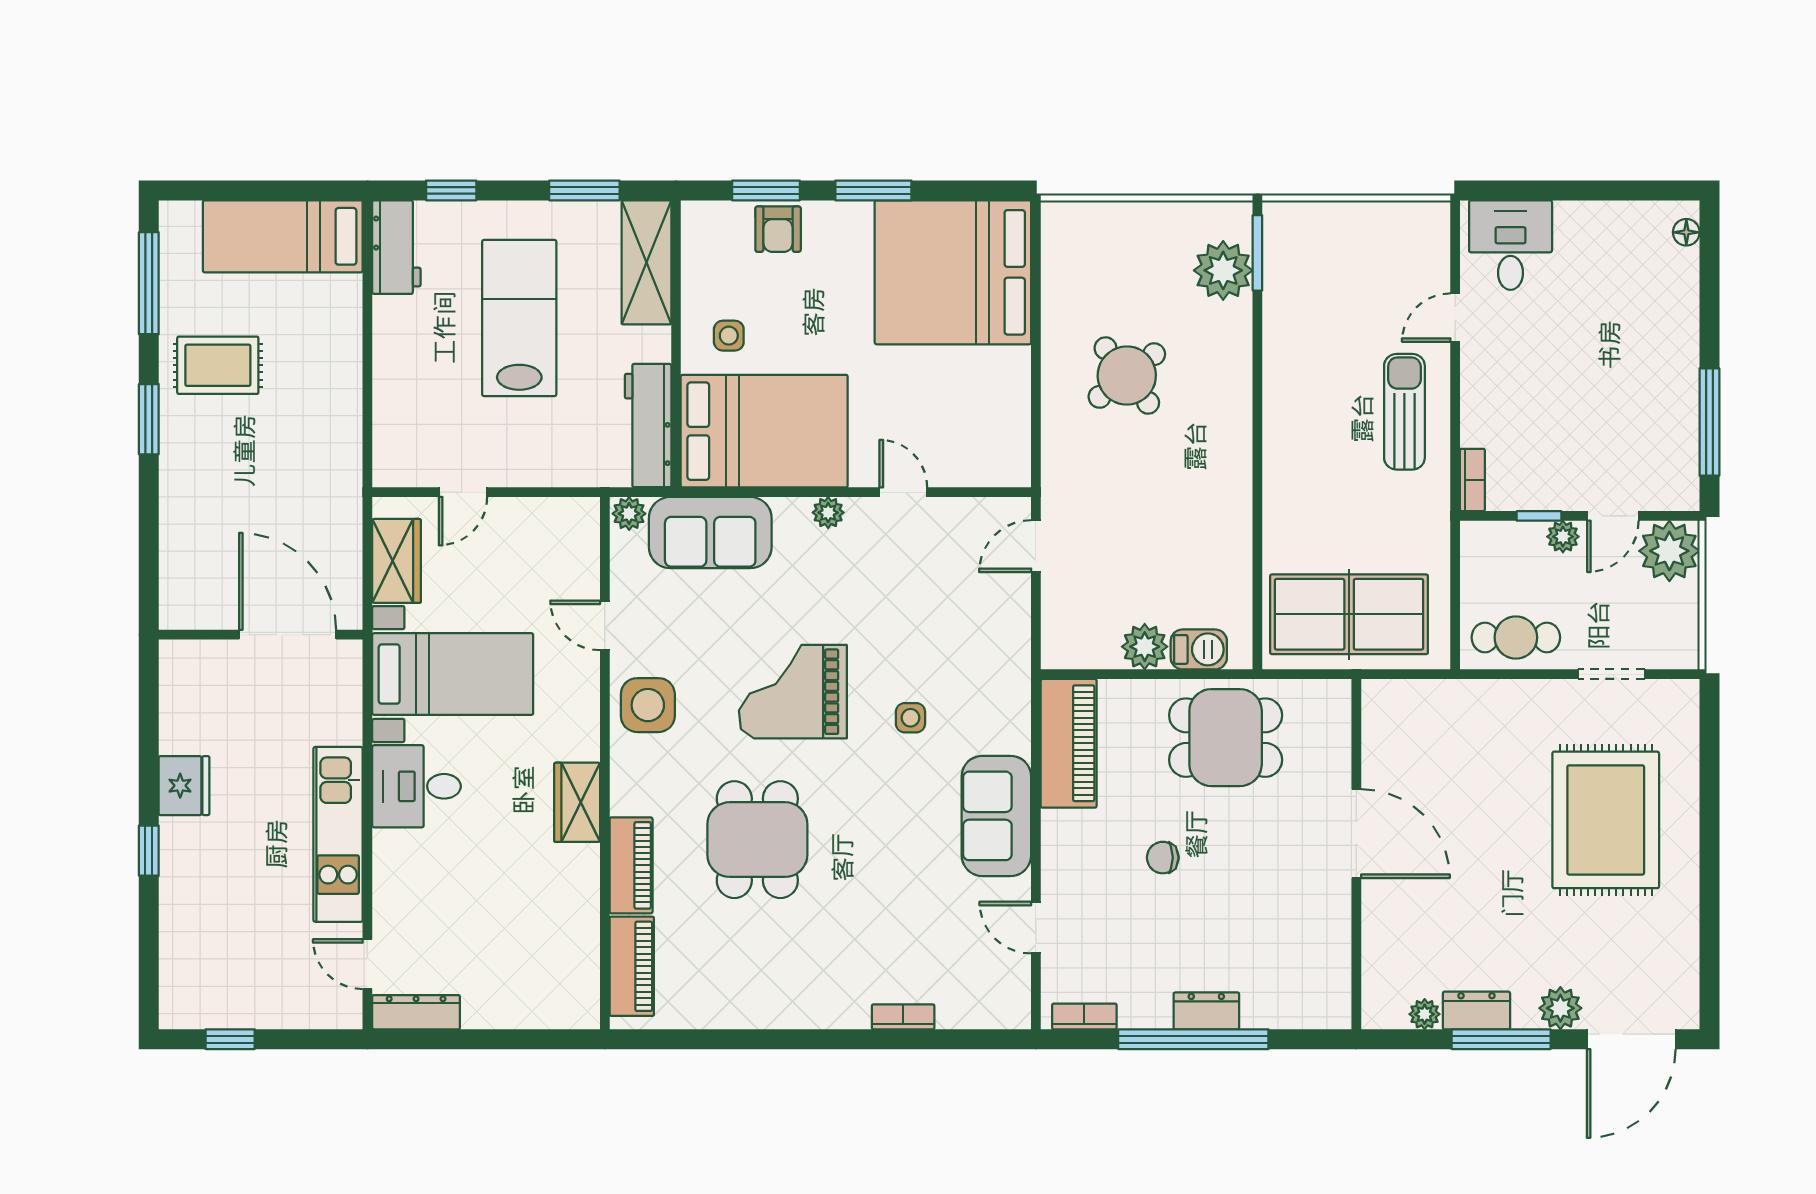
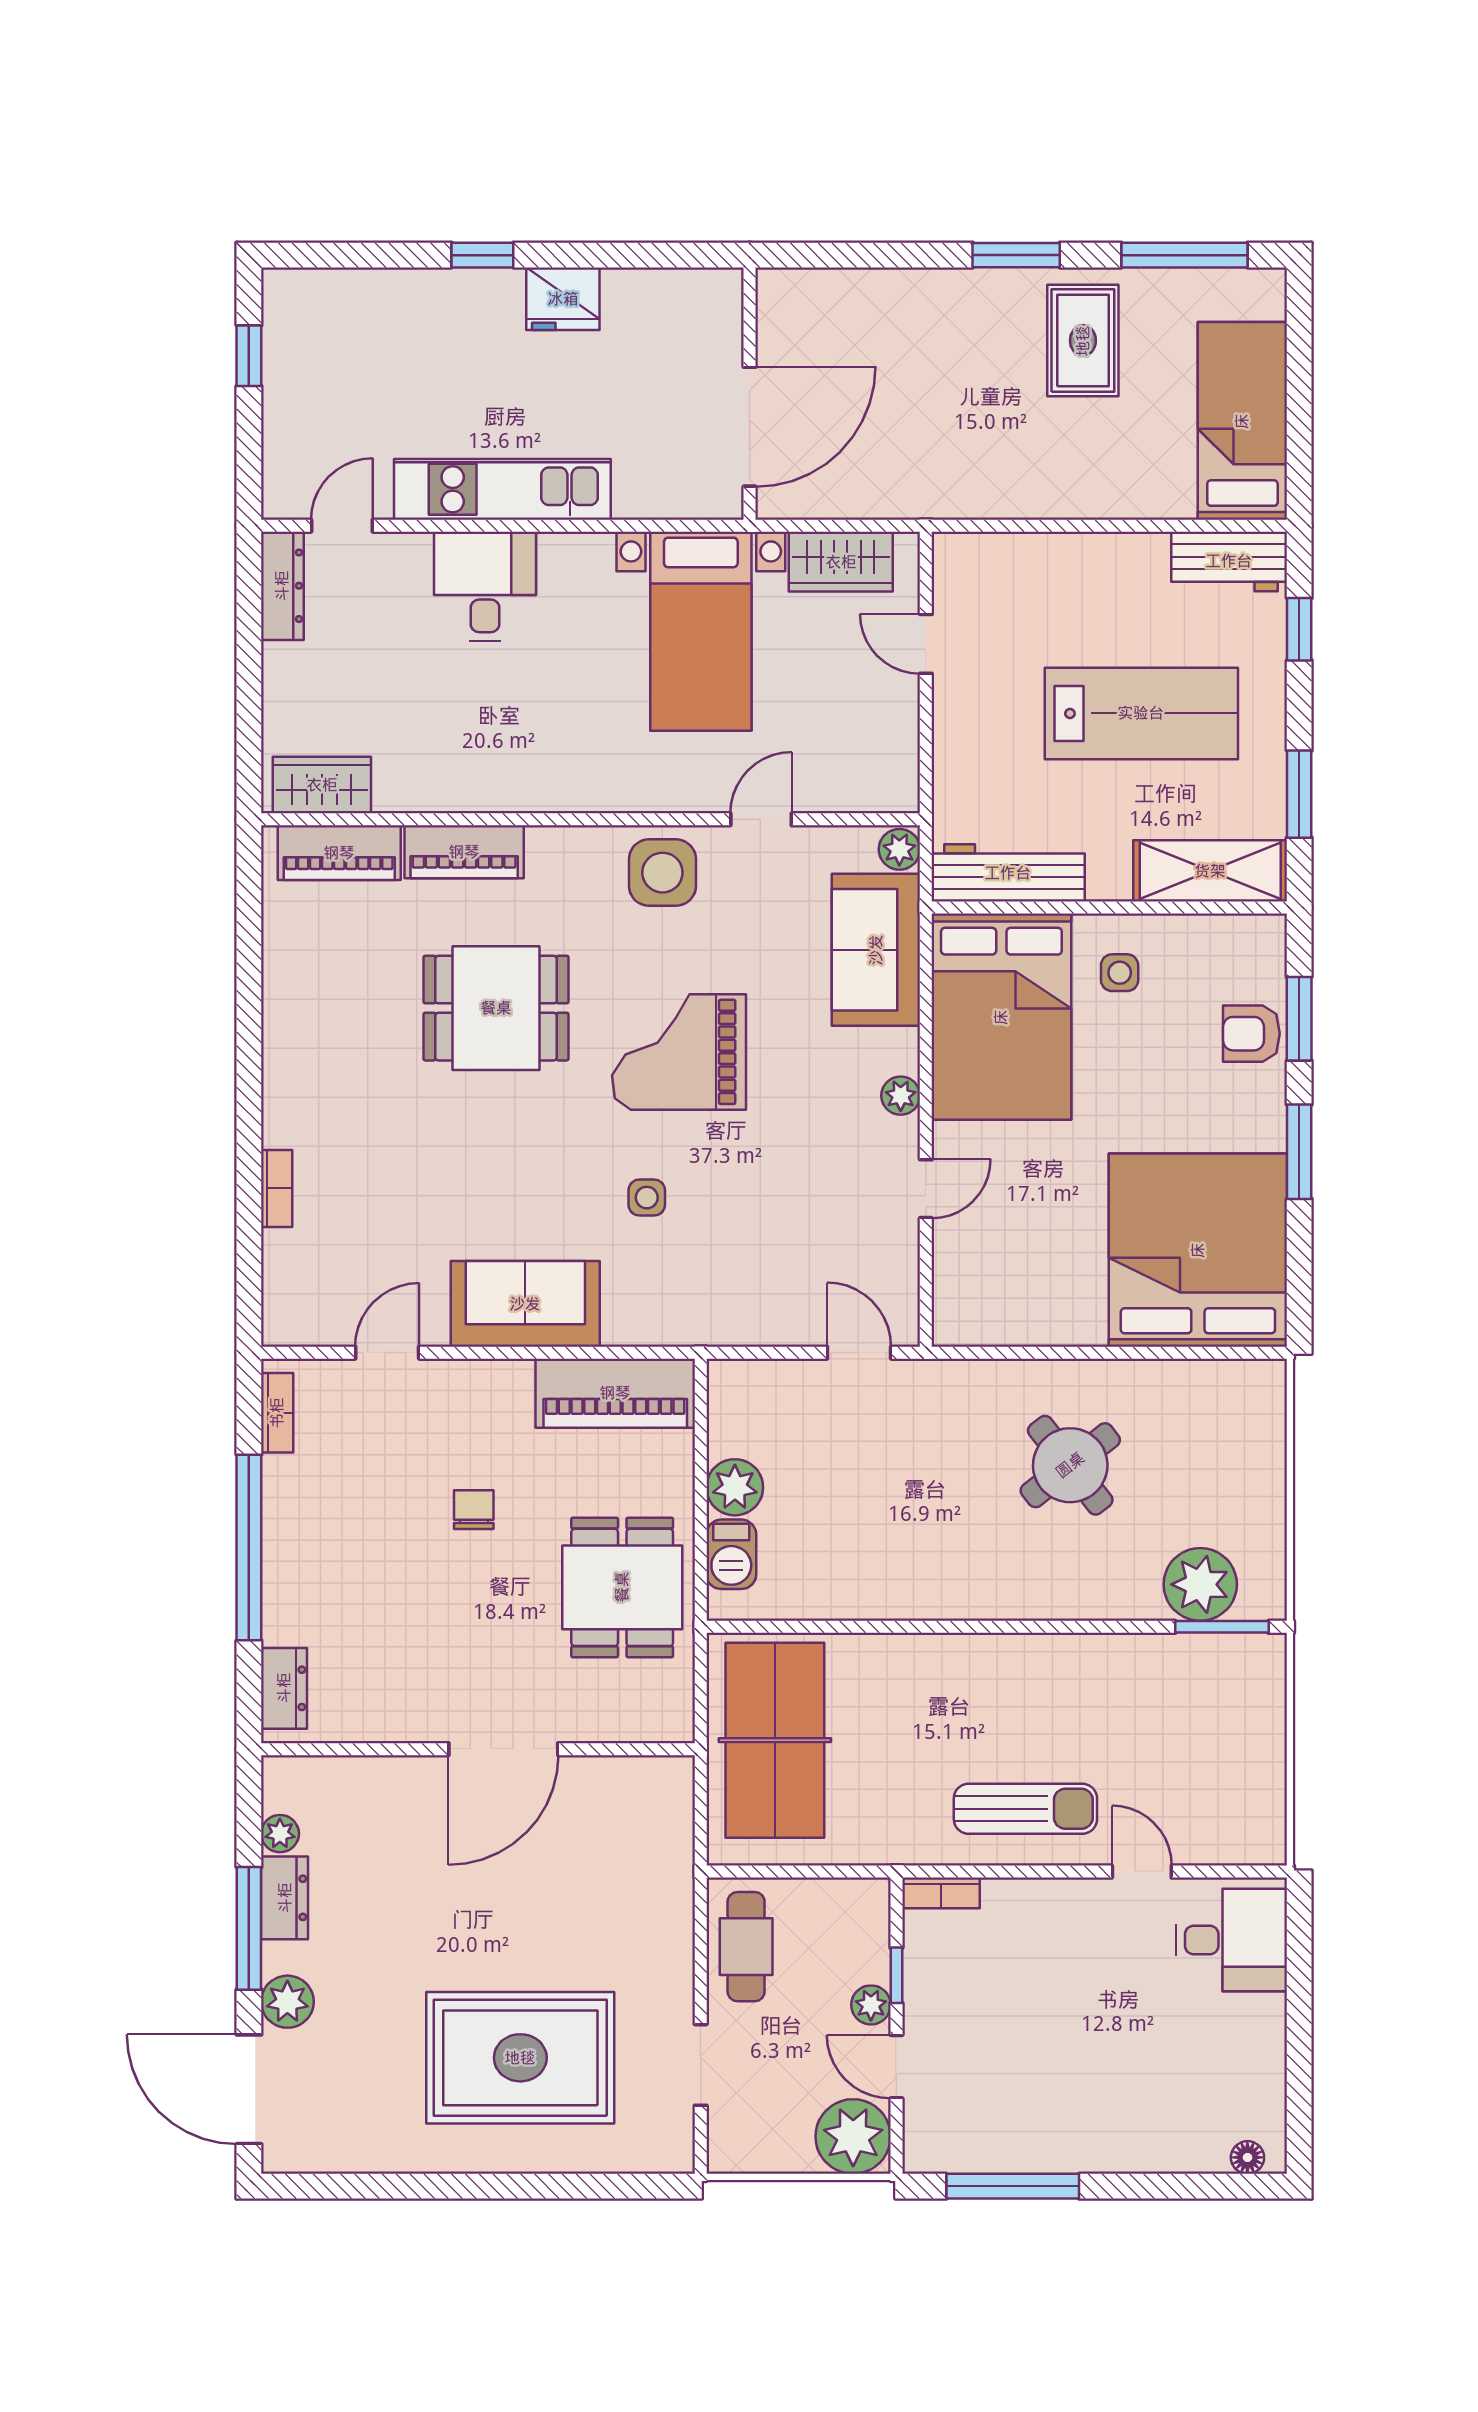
grand piano: (793, 692) -> (679, 1052), turned -90
desk: (417, 786) -> (485, 586), moved
wardrobe: (577, 802) -> (322, 785), moved
dresser: (1206, 1011) -> (284, 1688), moved

